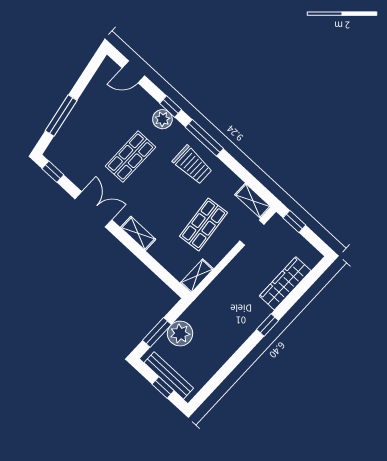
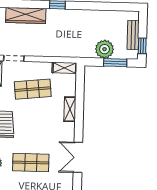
shelving: (138, 233) -> (70, 109), moved
bench: (169, 375) -> (133, 35), width x0.73
window: (163, 387) -> (142, 46), moved

